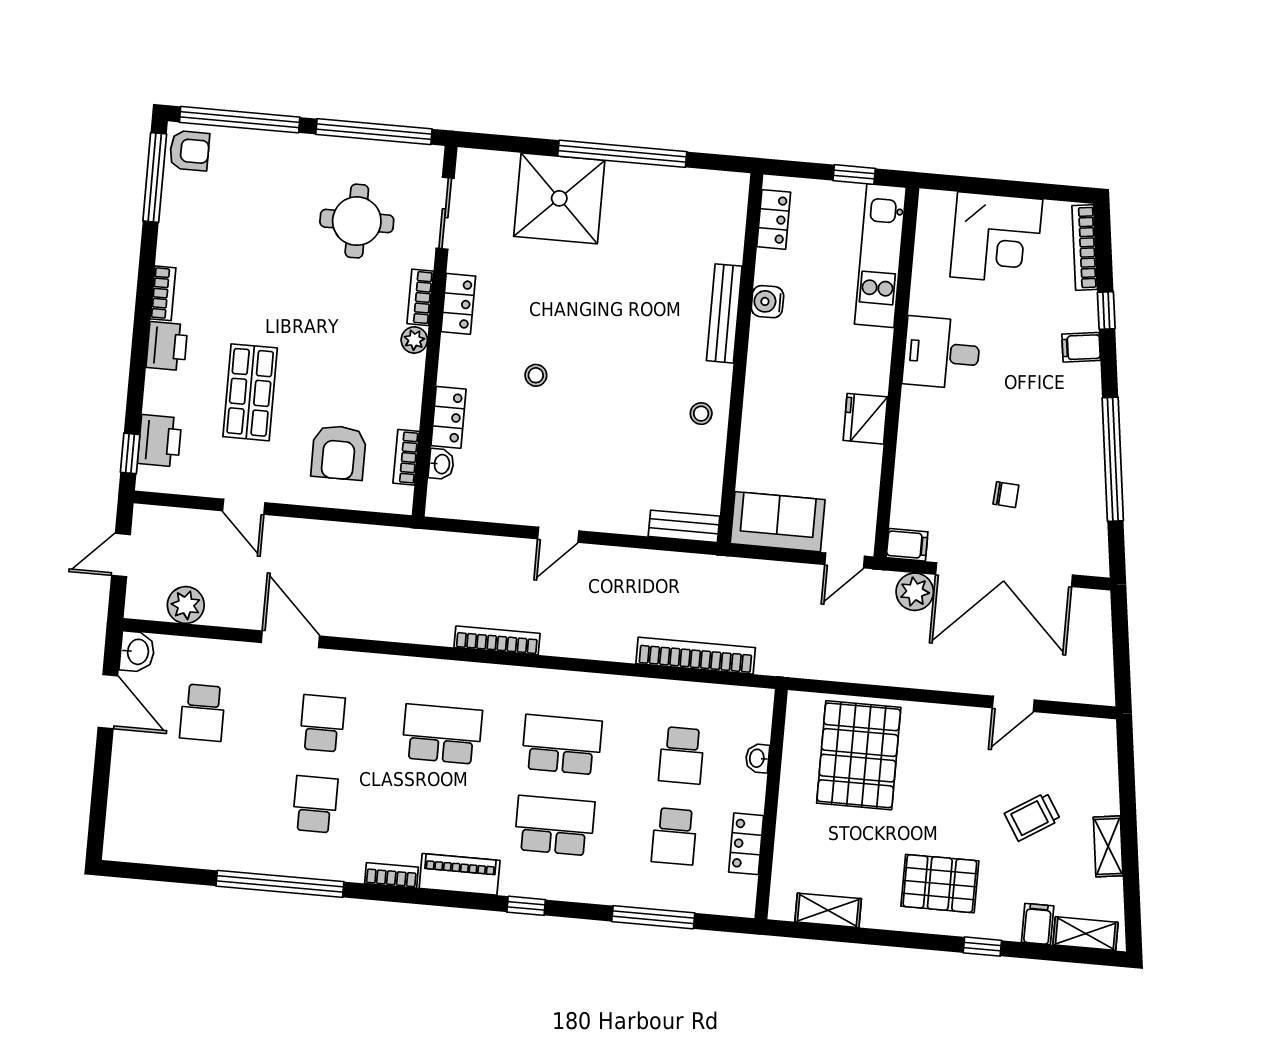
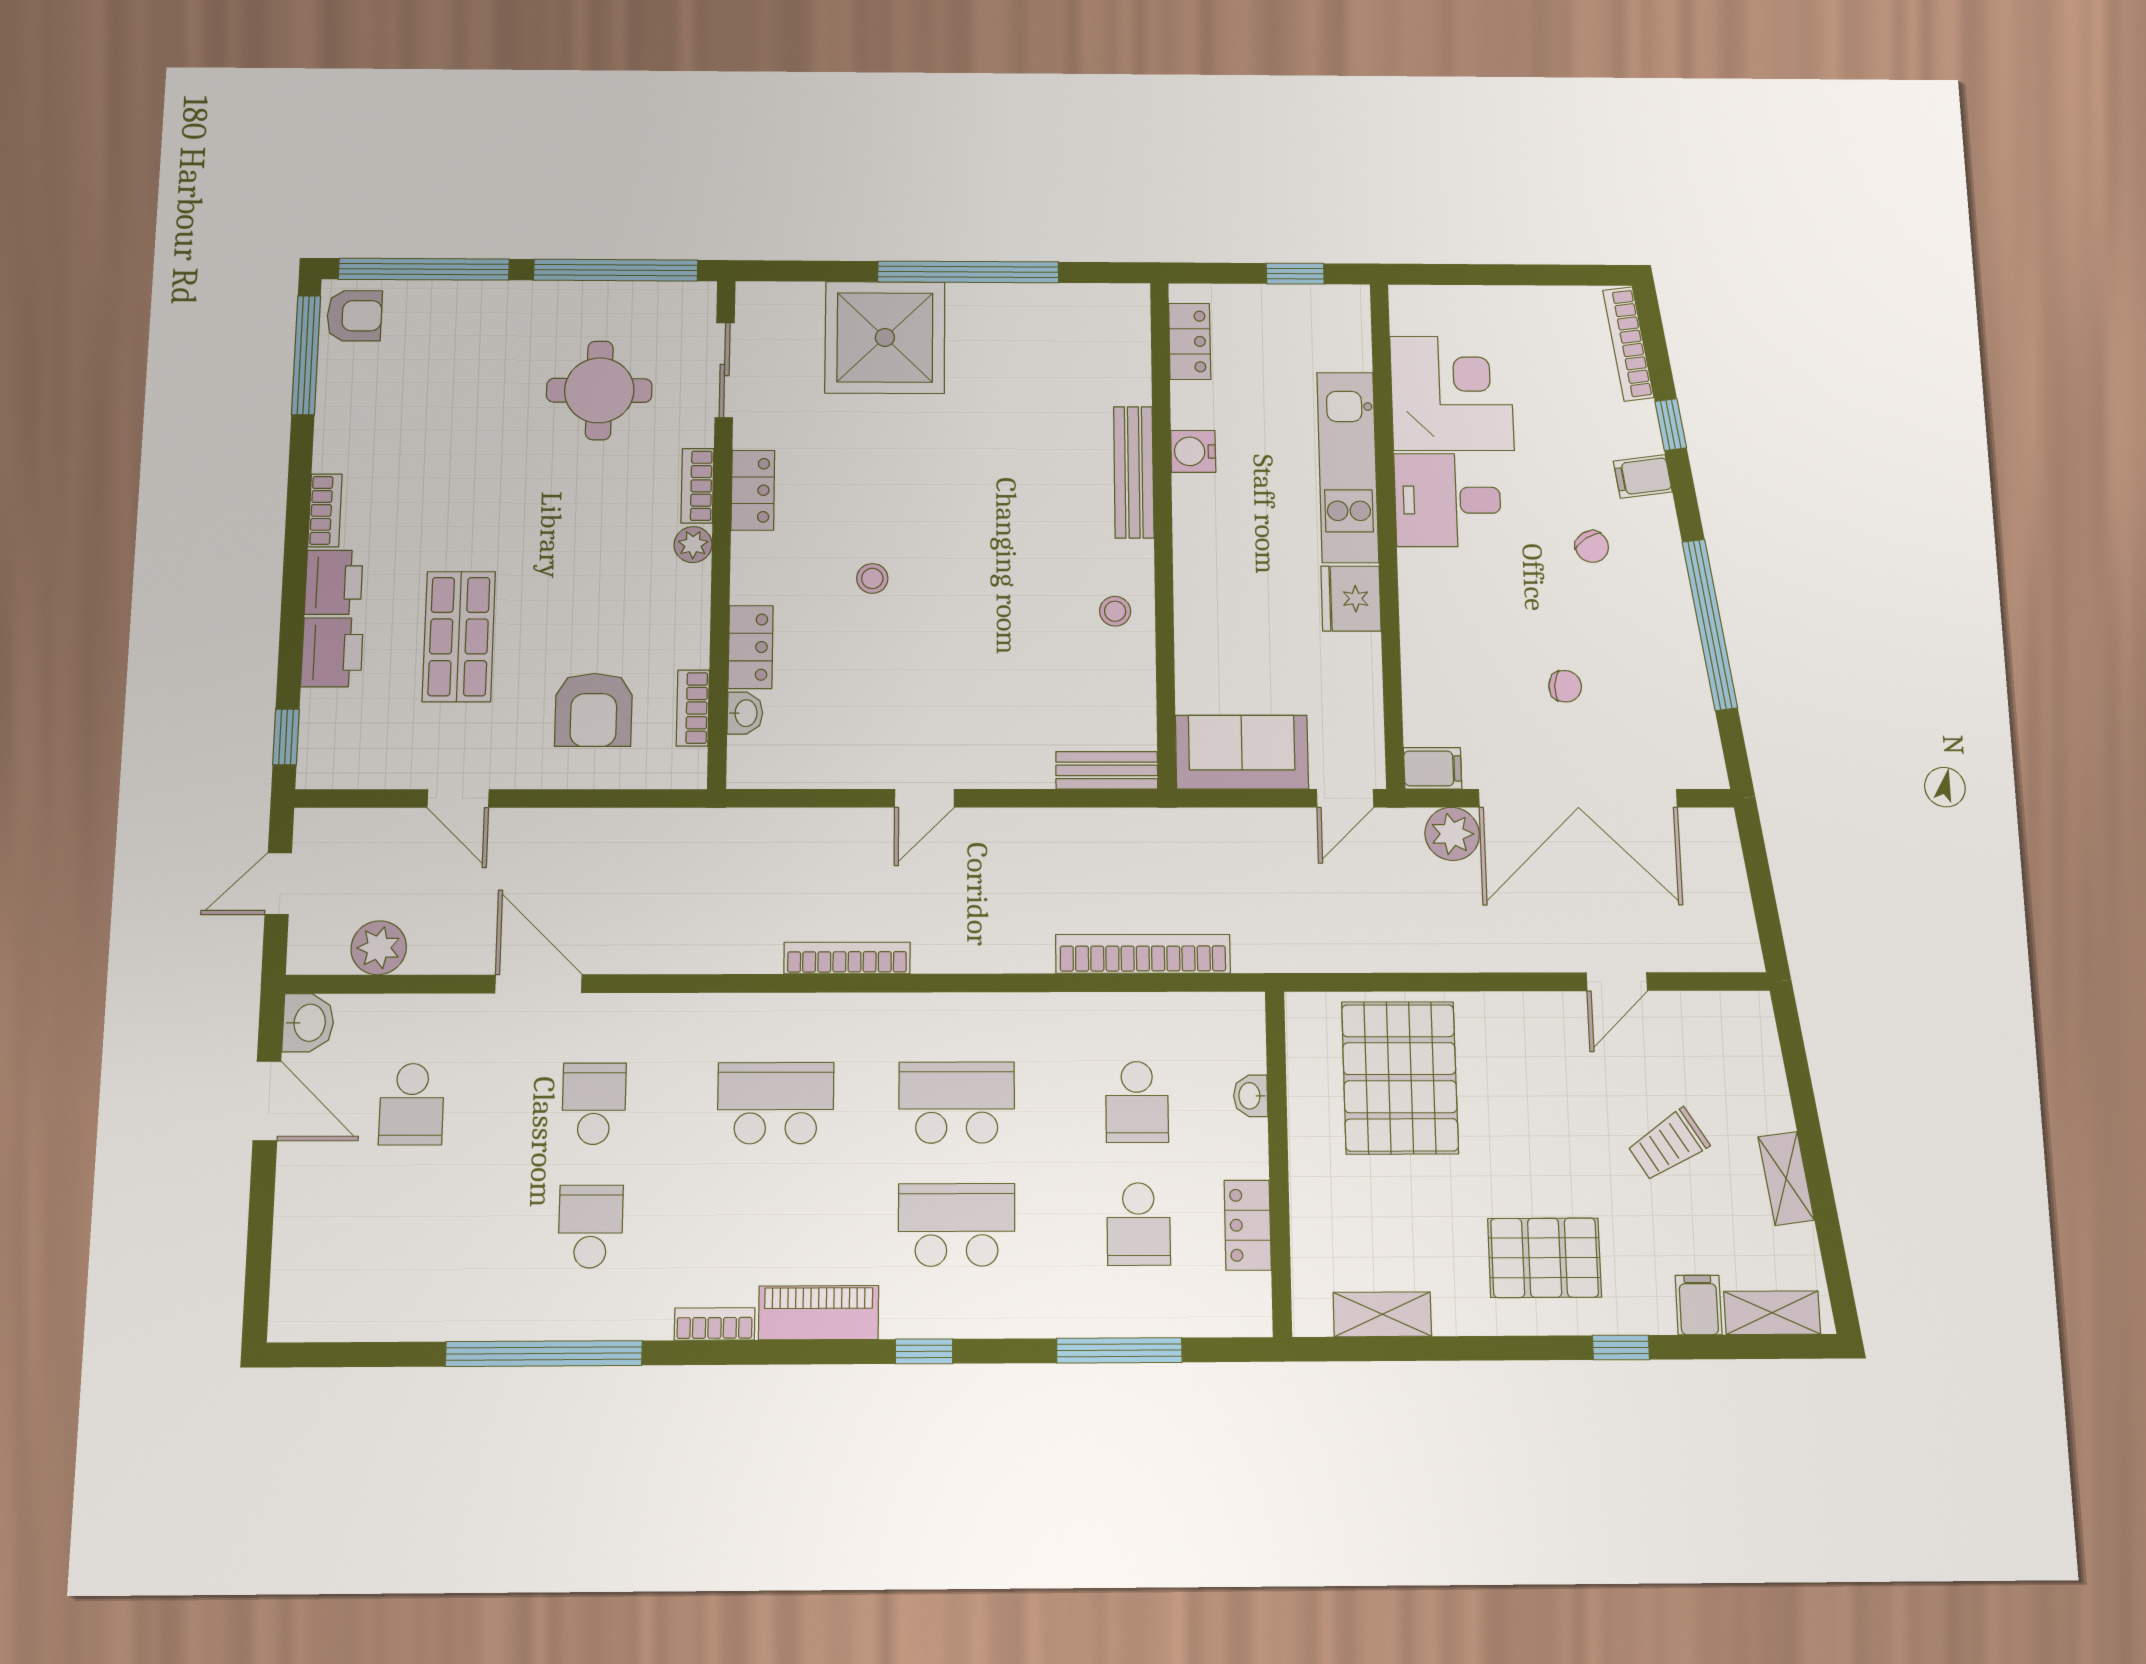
corner desk: (996, 238) -> (1452, 393), moved, turned -90
kitchen unit: (880, 256) -> (1348, 467), moved
chair: (1038, 396) -> (1592, 547), added
printer: (160, 441) -> (332, 652), moved

